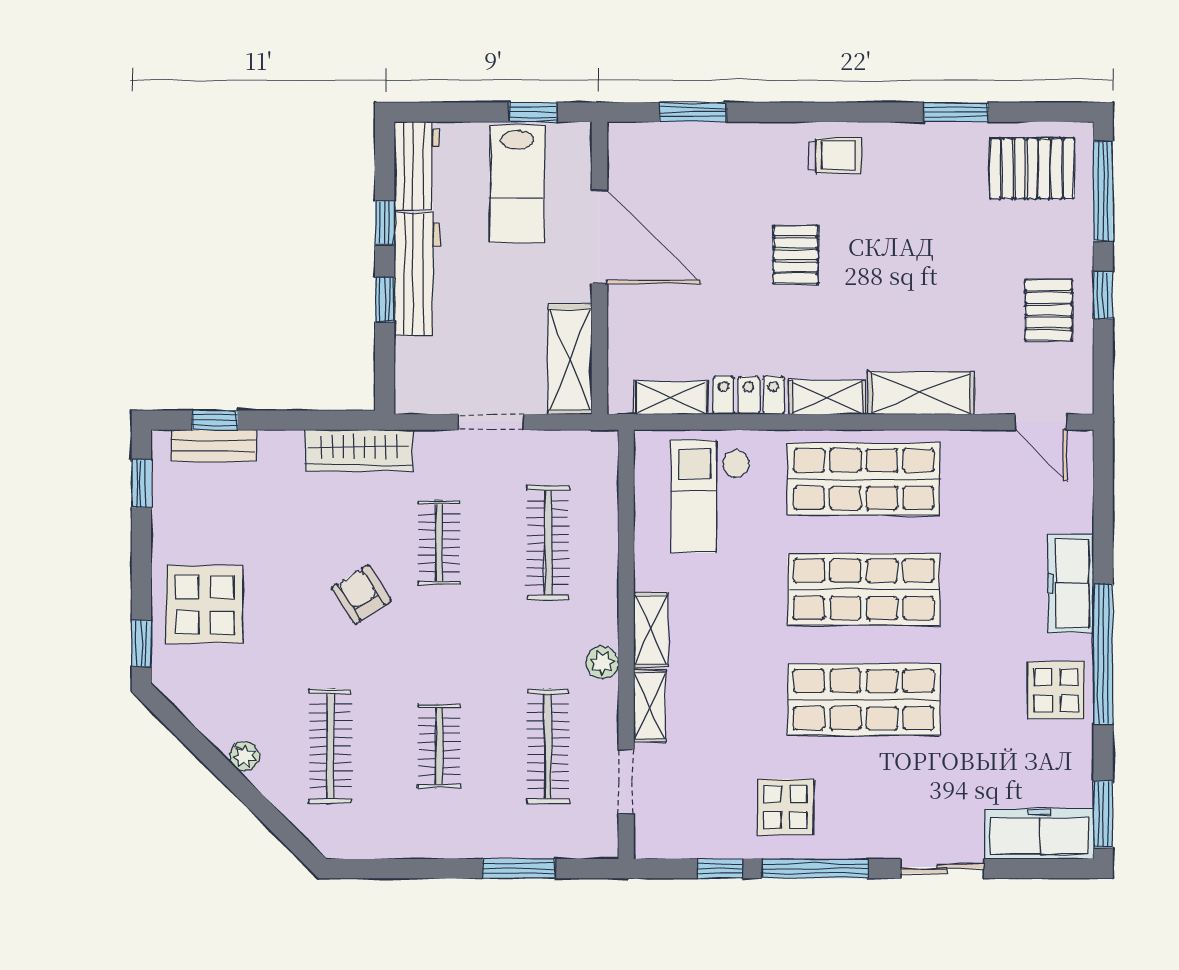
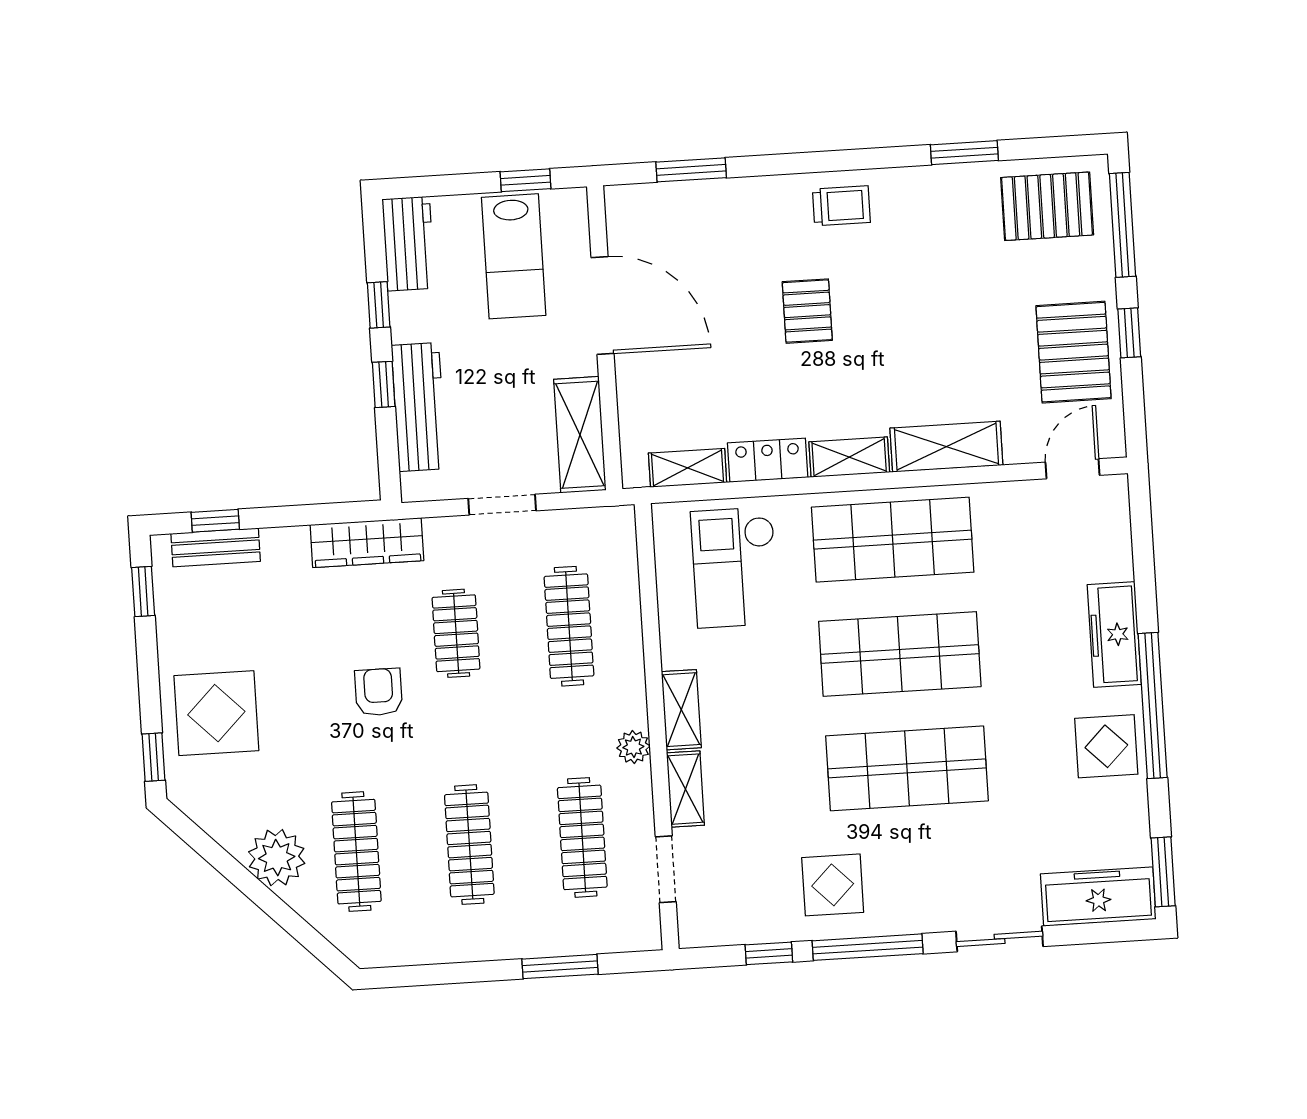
workbench: (417, 274) -> (419, 407), moved
pallet: (1049, 310) -> (1074, 352), width x1.50, depth x1.42
door: (1041, 422) -> (1073, 469), swing flipped
armchair: (361, 594) -> (379, 692), turned 33
clothes rail: (439, 746) -> (469, 845), width x1.36
plant: (244, 756) -> (277, 858), width x1.88, depth x1.88

